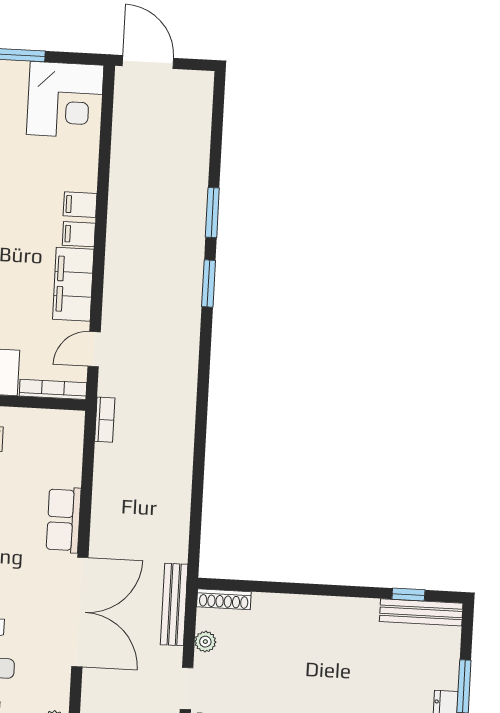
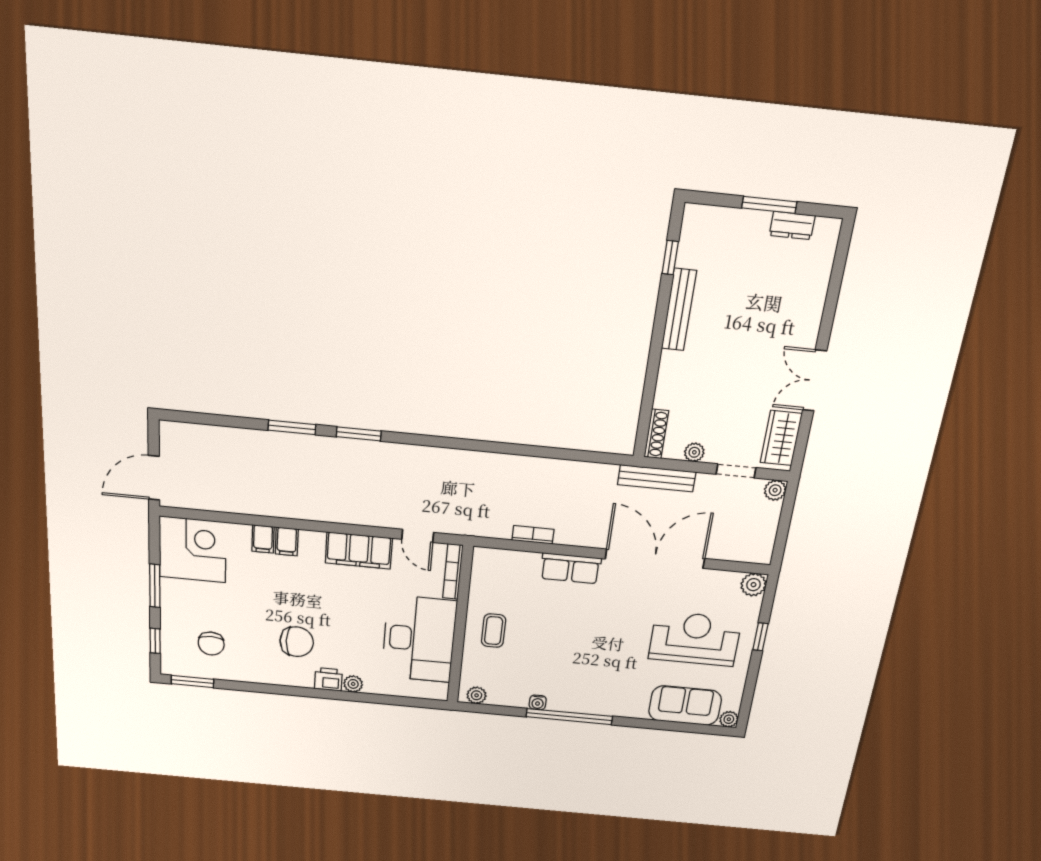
filing cabinet: (79, 234) -> (263, 539), moved
bookcase: (105, 420) -> (533, 535), moved
bench: (421, 612) -> (679, 310), moved

